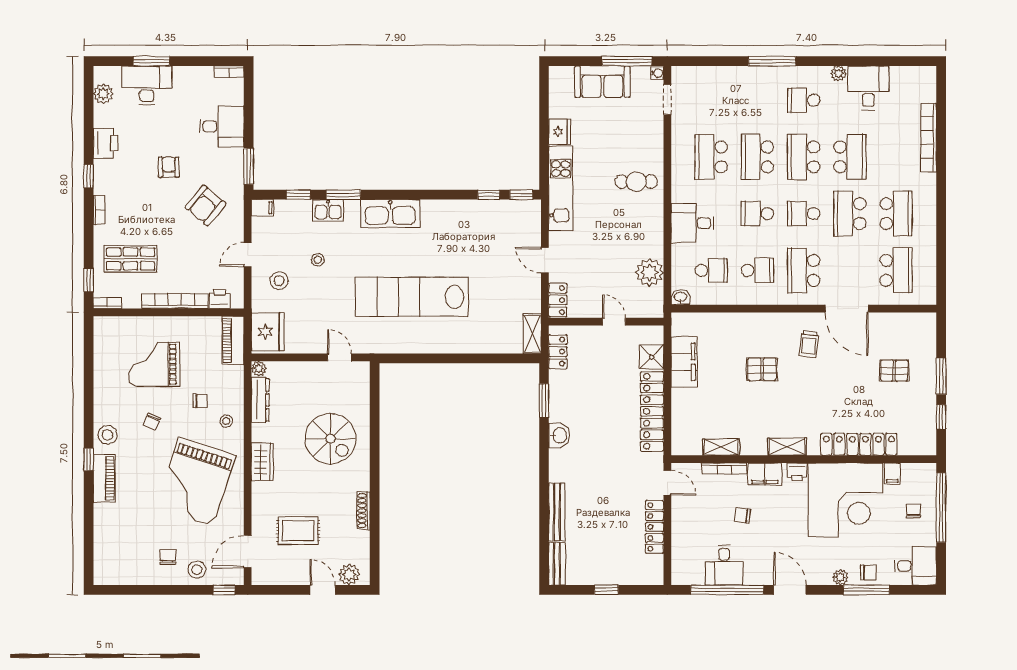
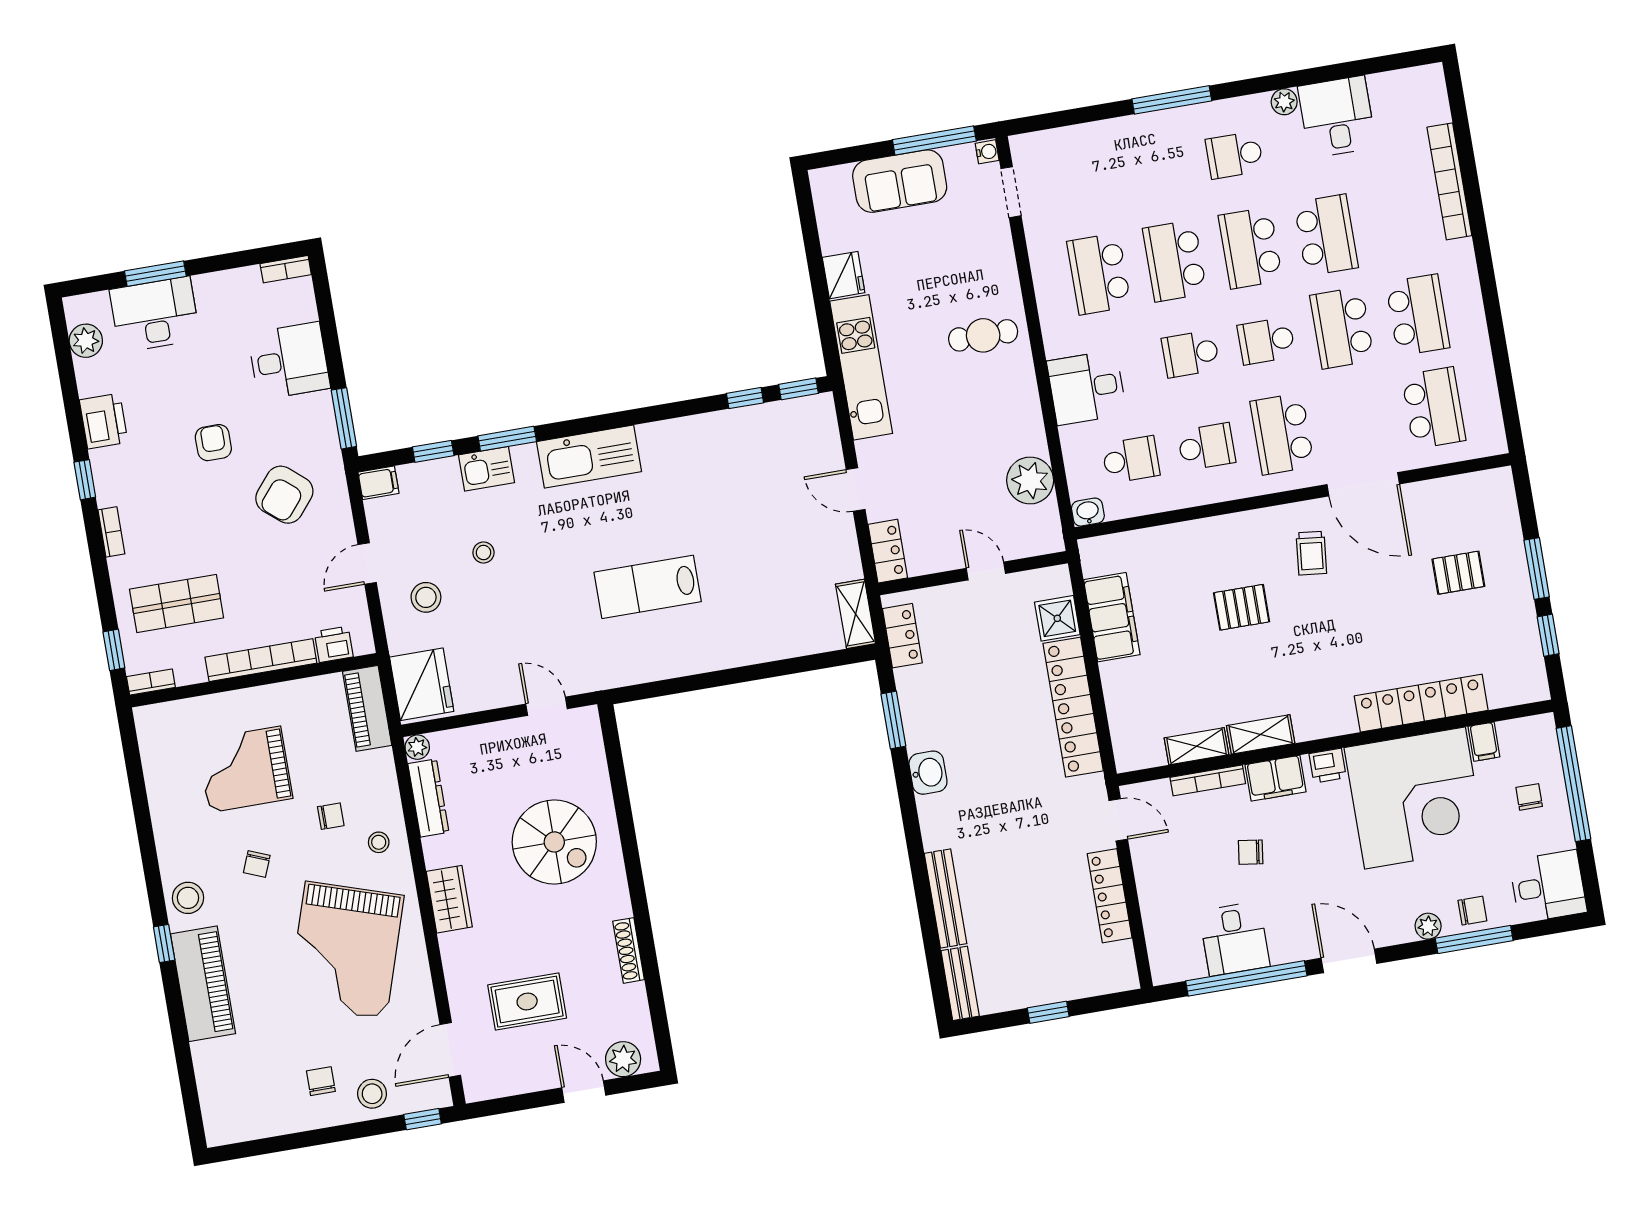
lab bench: (412, 297) -> (648, 587), width x0.54, depth x0.72
shelving: (787, 447) -> (1261, 734), moved
piano: (104, 478) -> (203, 984), width x1.37, depth x1.33

